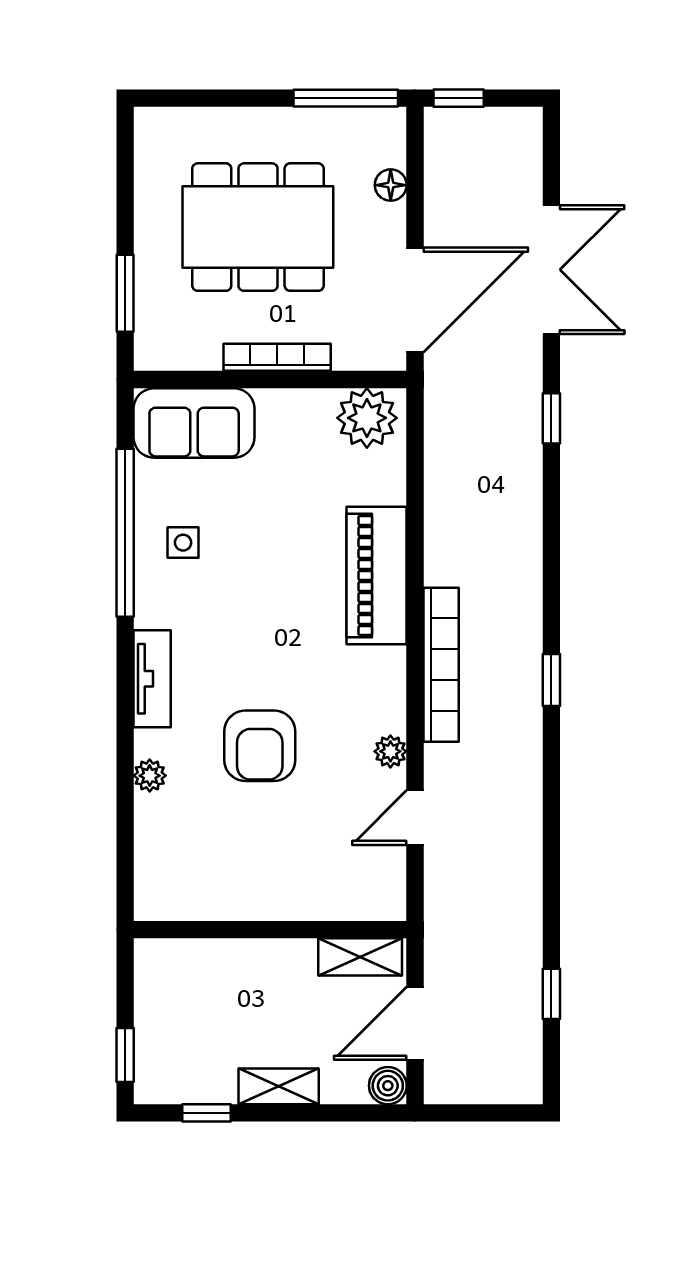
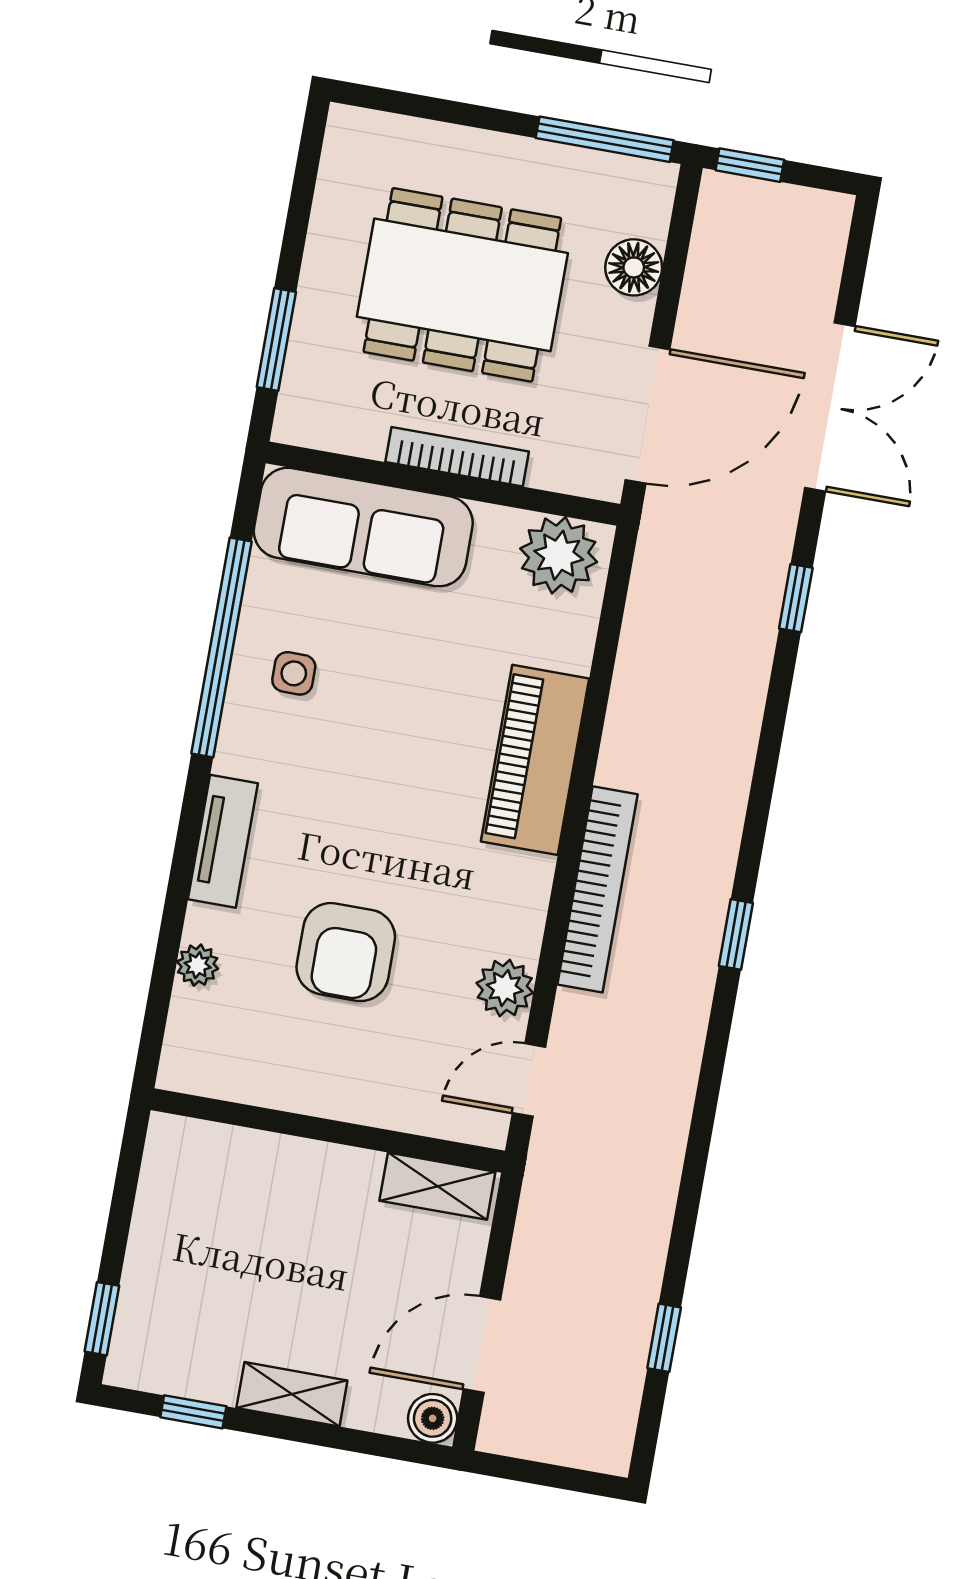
floor lamp: (391, 185) -> (634, 267), width x1.37, depth x1.37
sofa: (194, 423) -> (363, 527), width x1.36
plant: (390, 751) -> (505, 988), width x1.38, depth x1.38
wall: (270, 930) -> (328, 1130), moved
shelving: (360, 957) -> (437, 1186), moved

